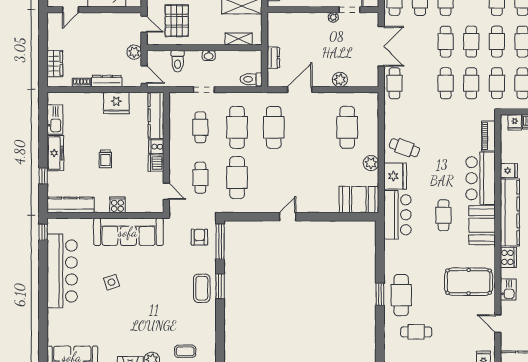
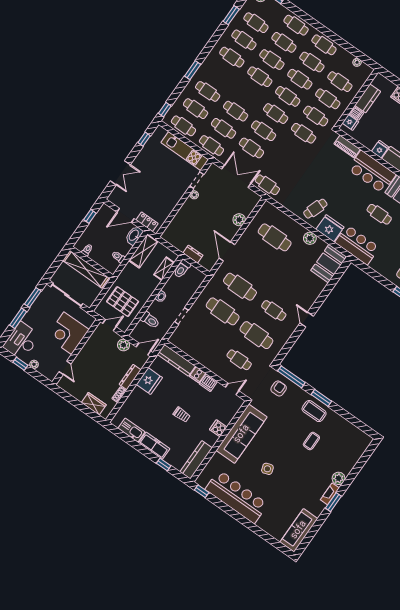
toilet: (251, 79) -> (182, 269), moved
cafe table: (446, 83) -> (251, 148), moved
cafe table: (200, 127) -> (274, 310), moved
armchair: (199, 237) -> (279, 389), turned 90
coffee table: (185, 351) -> (311, 441), moved

